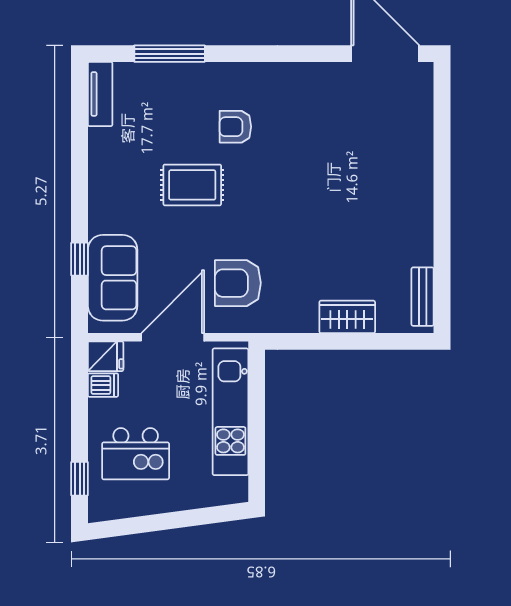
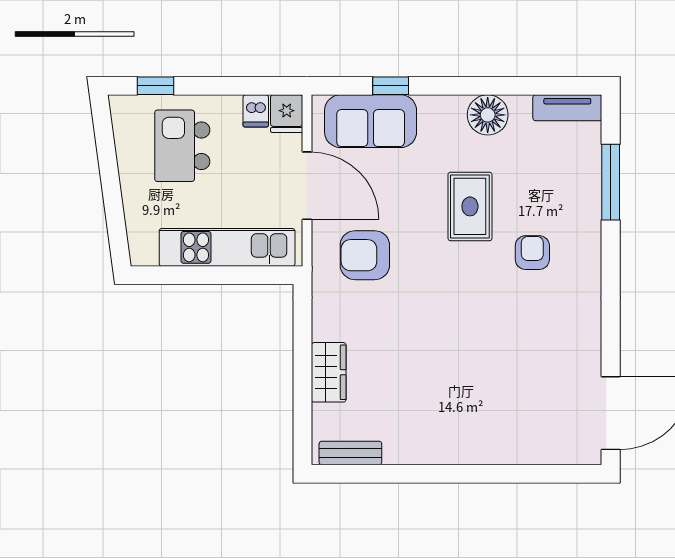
floor lamp: (107, 168) -> (488, 115), added
armchair: (238, 283) -> (365, 255), turned -90

